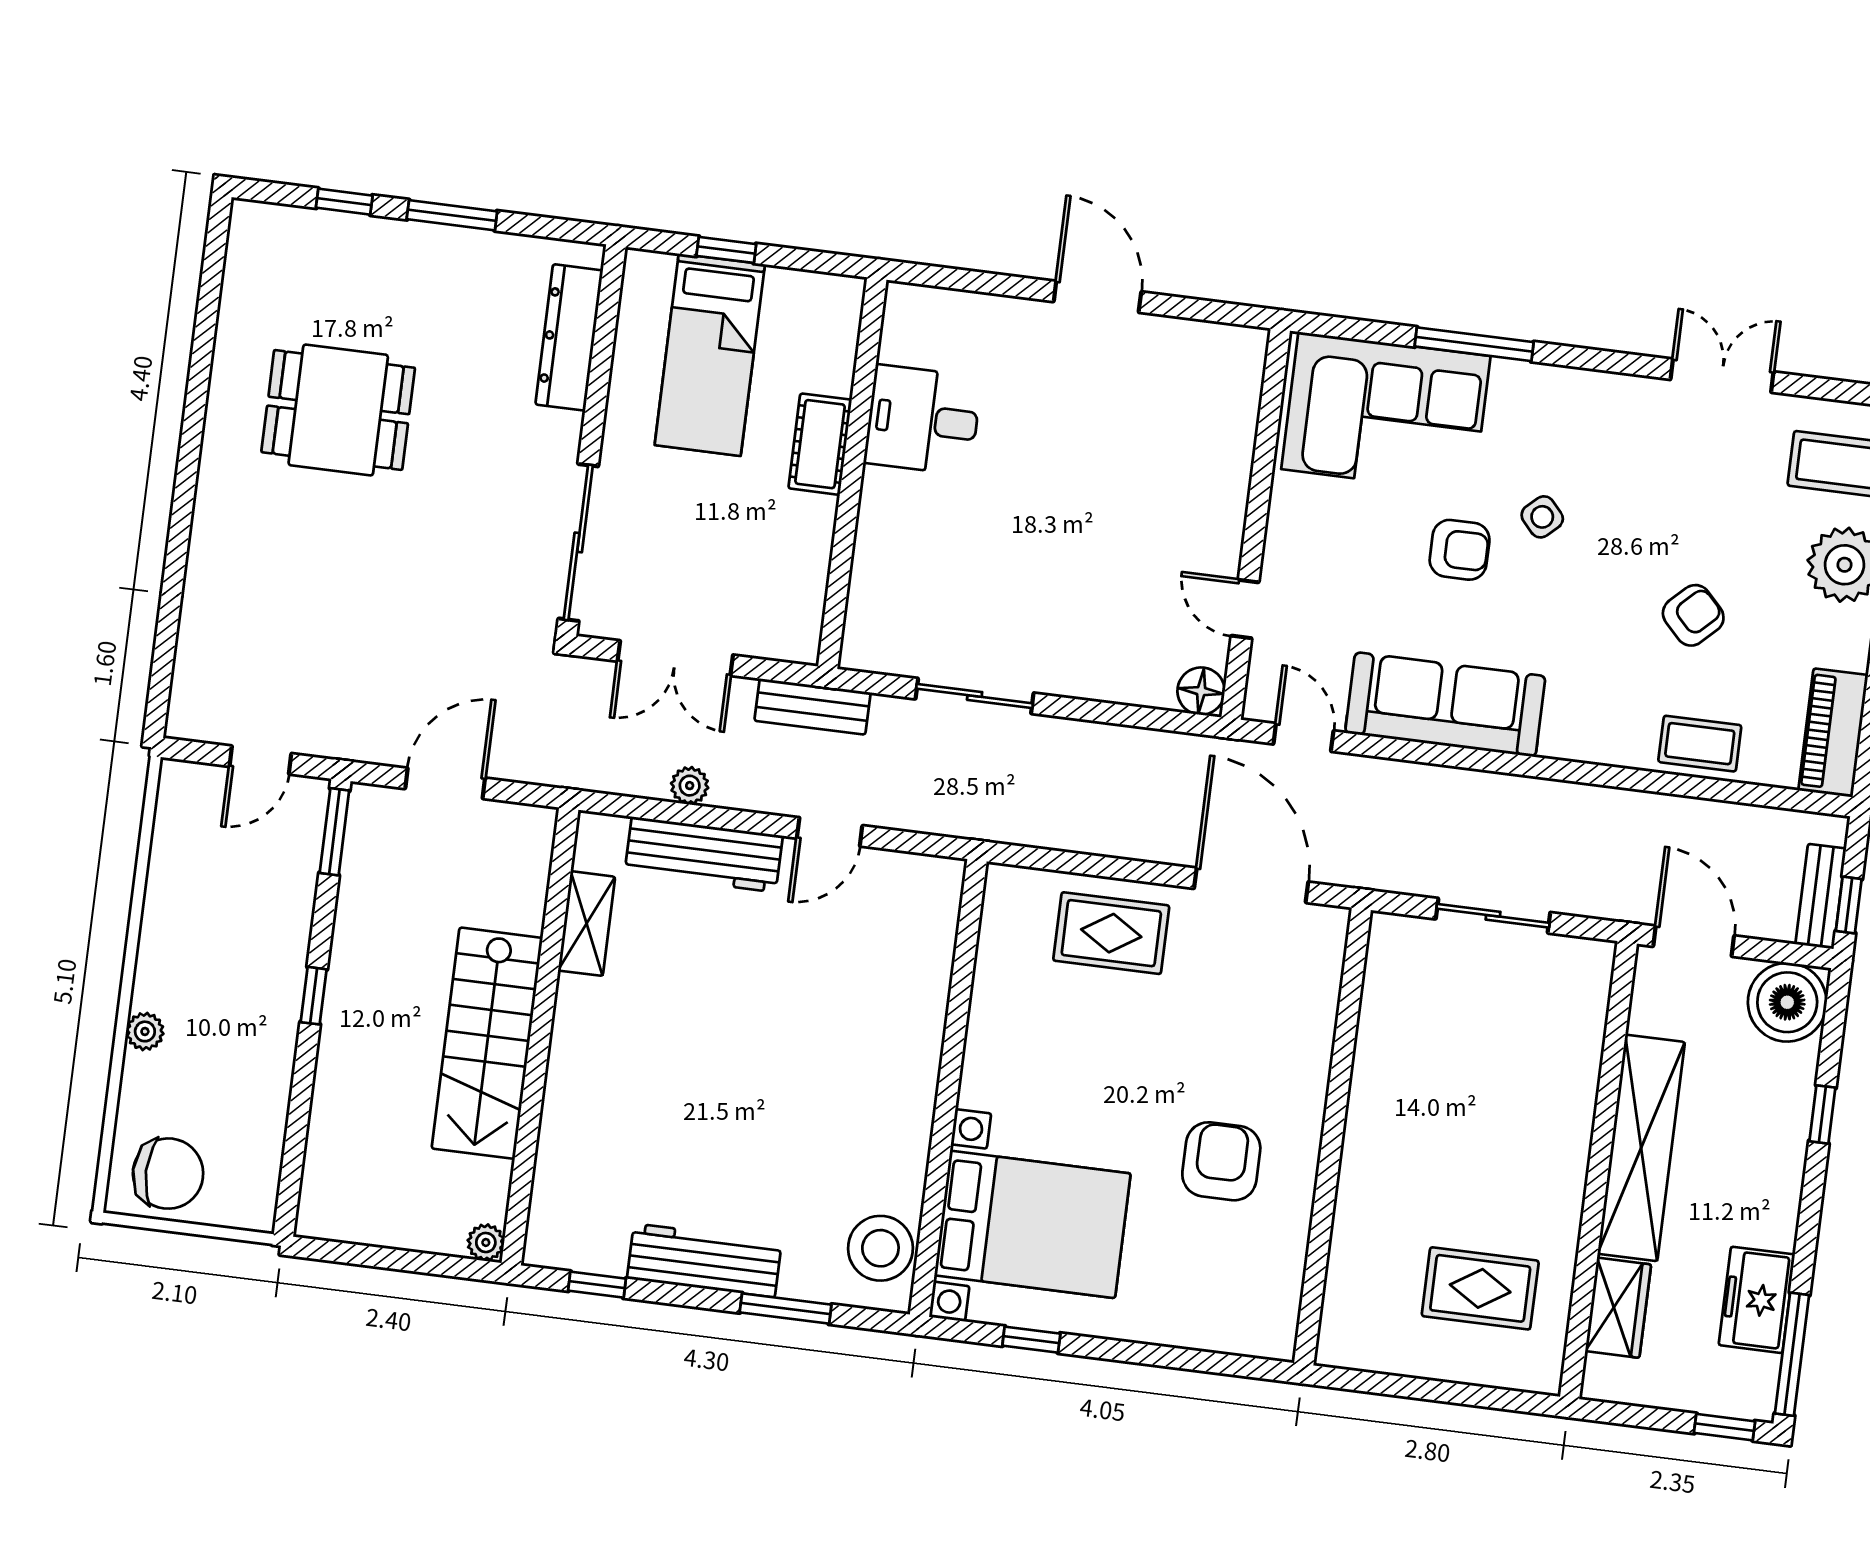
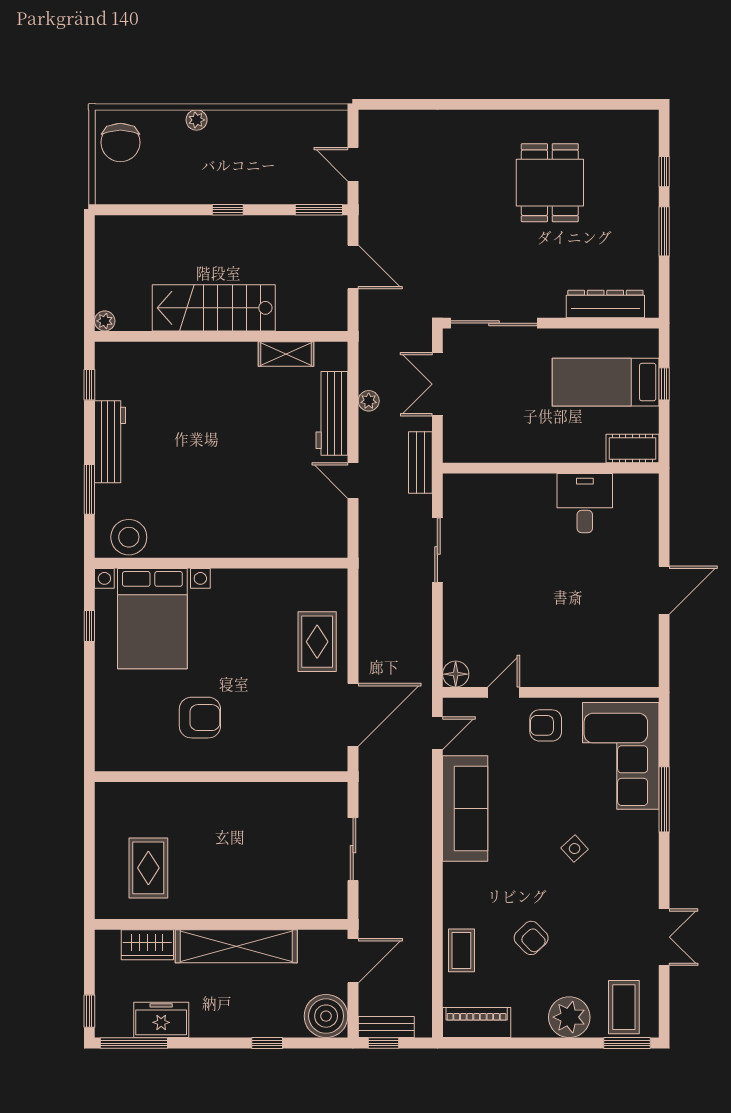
cot: (820, 444) -> (632, 449), moved
armchair: (1460, 550) -> (546, 725), moved, turned 90

